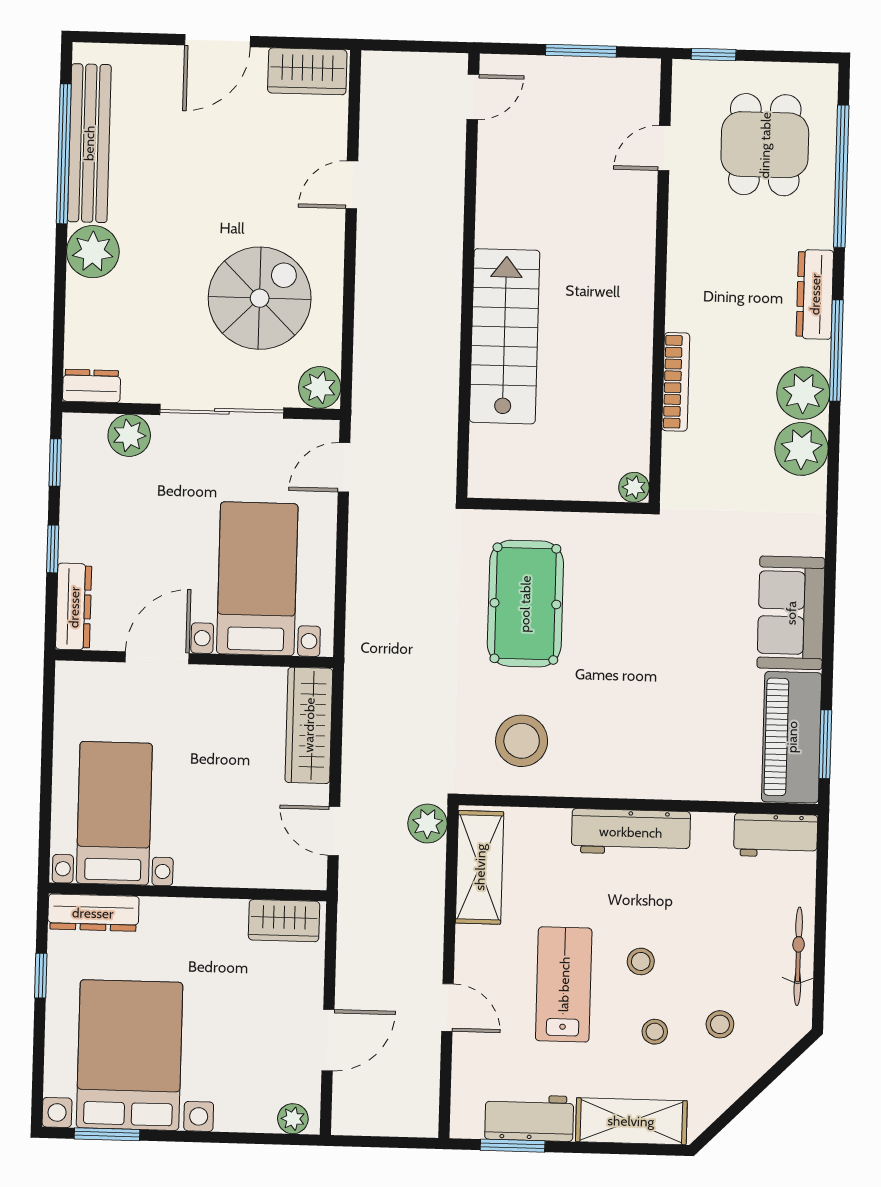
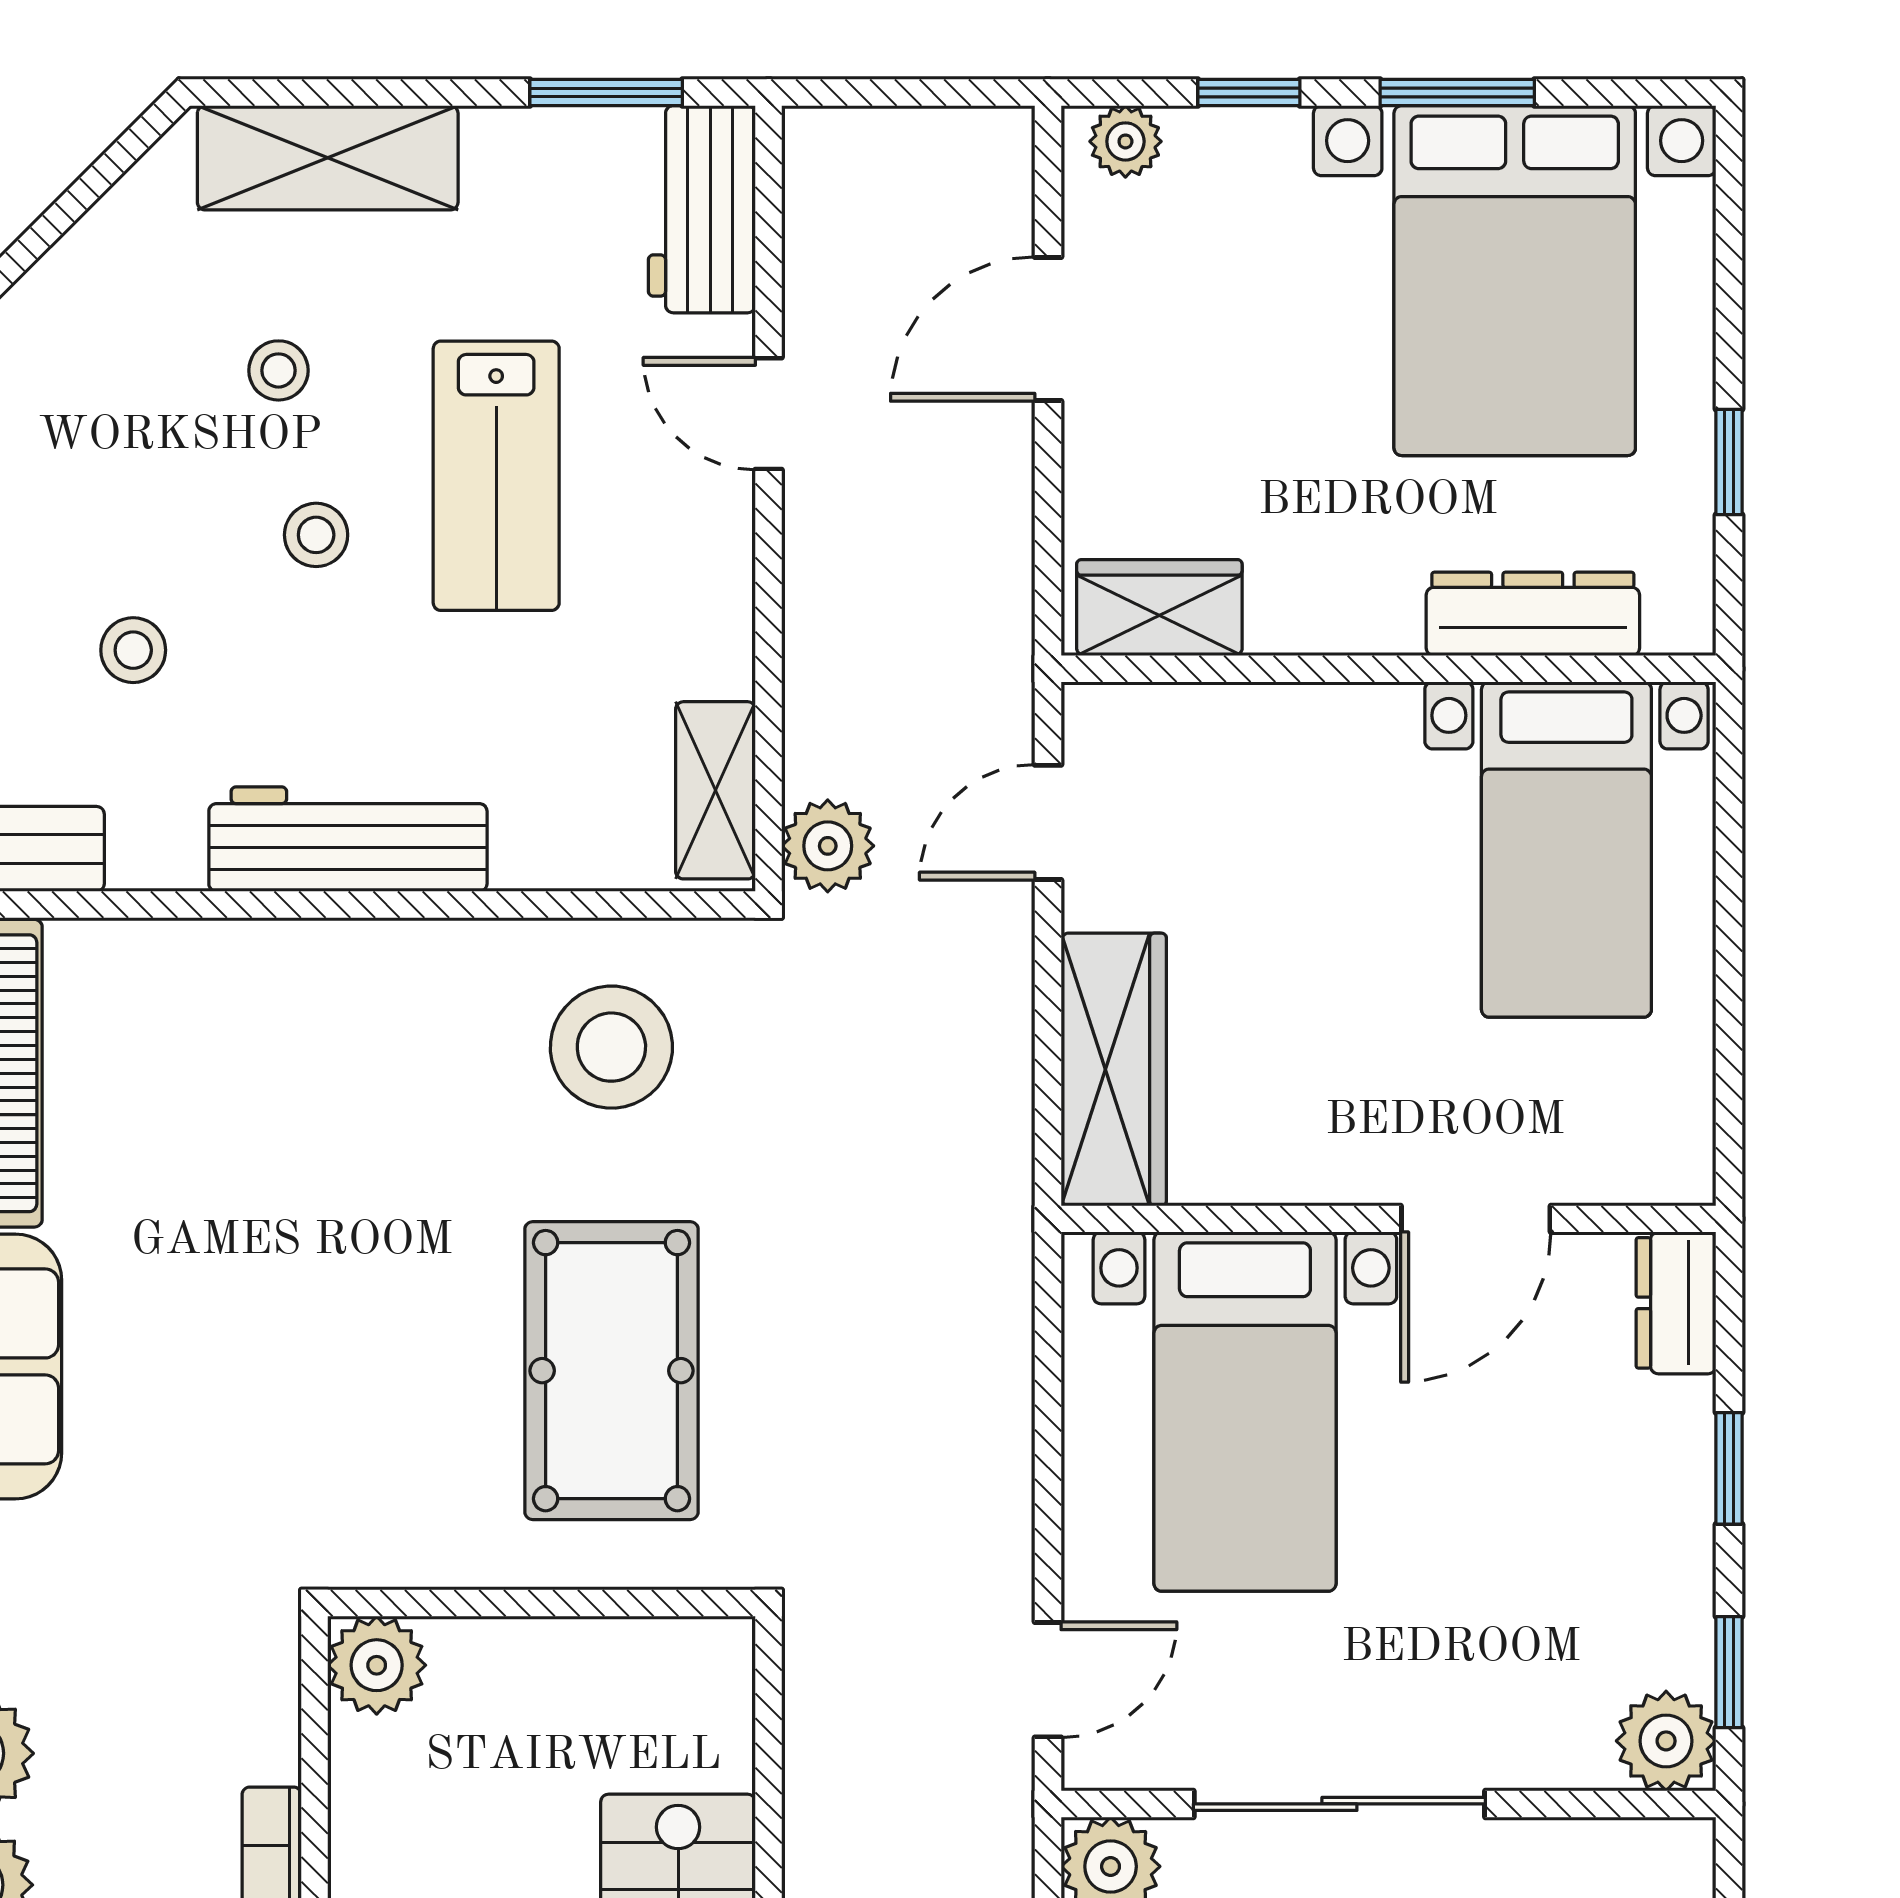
dresser: (92, 386) -> (1648, 1855), removed
plant: (129, 435) -> (1666, 1741), moved
plant: (634, 487) -> (377, 1665), width x1.38, depth x1.38
dresser: (74, 607) -> (1676, 1303), width x0.70
door: (334, 831) -> (1048, 822), swing flipped
shelving: (480, 867) -> (716, 790), width x0.67, depth x0.75
dresser: (93, 913) -> (1533, 614), moved
stool: (720, 1024) -> (133, 650), moved
workbench: (529, 1118) -> (702, 209), moved, turned 90
window: (107, 1134) -> (1457, 93), moved
window: (240, 1138) -> (1249, 93), added

